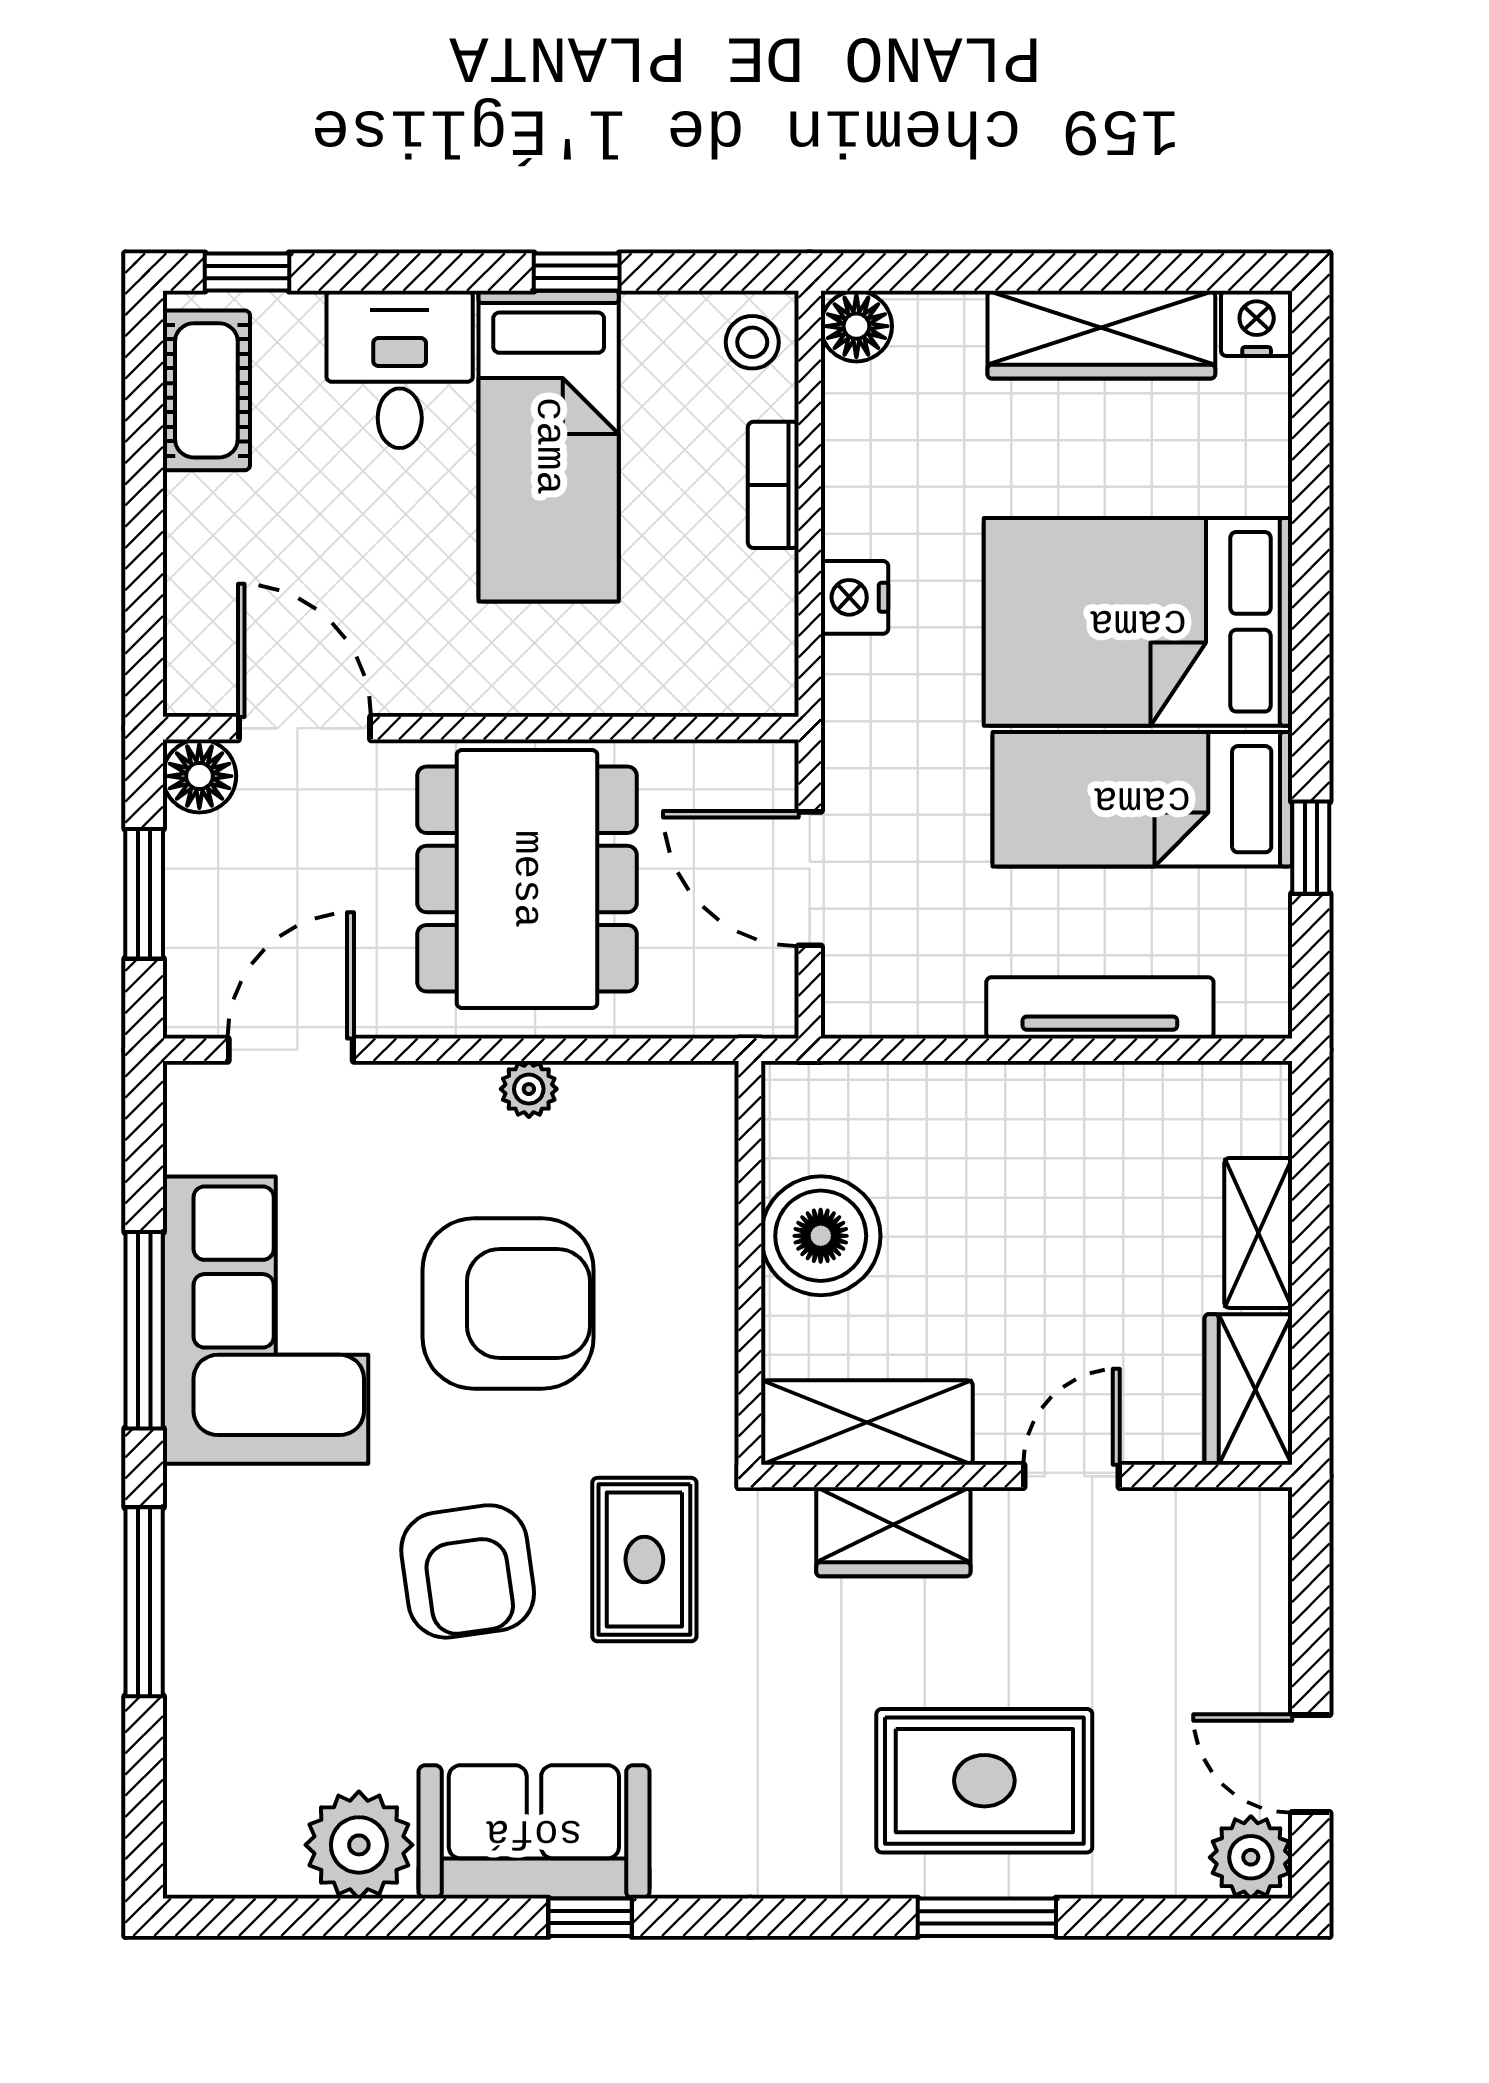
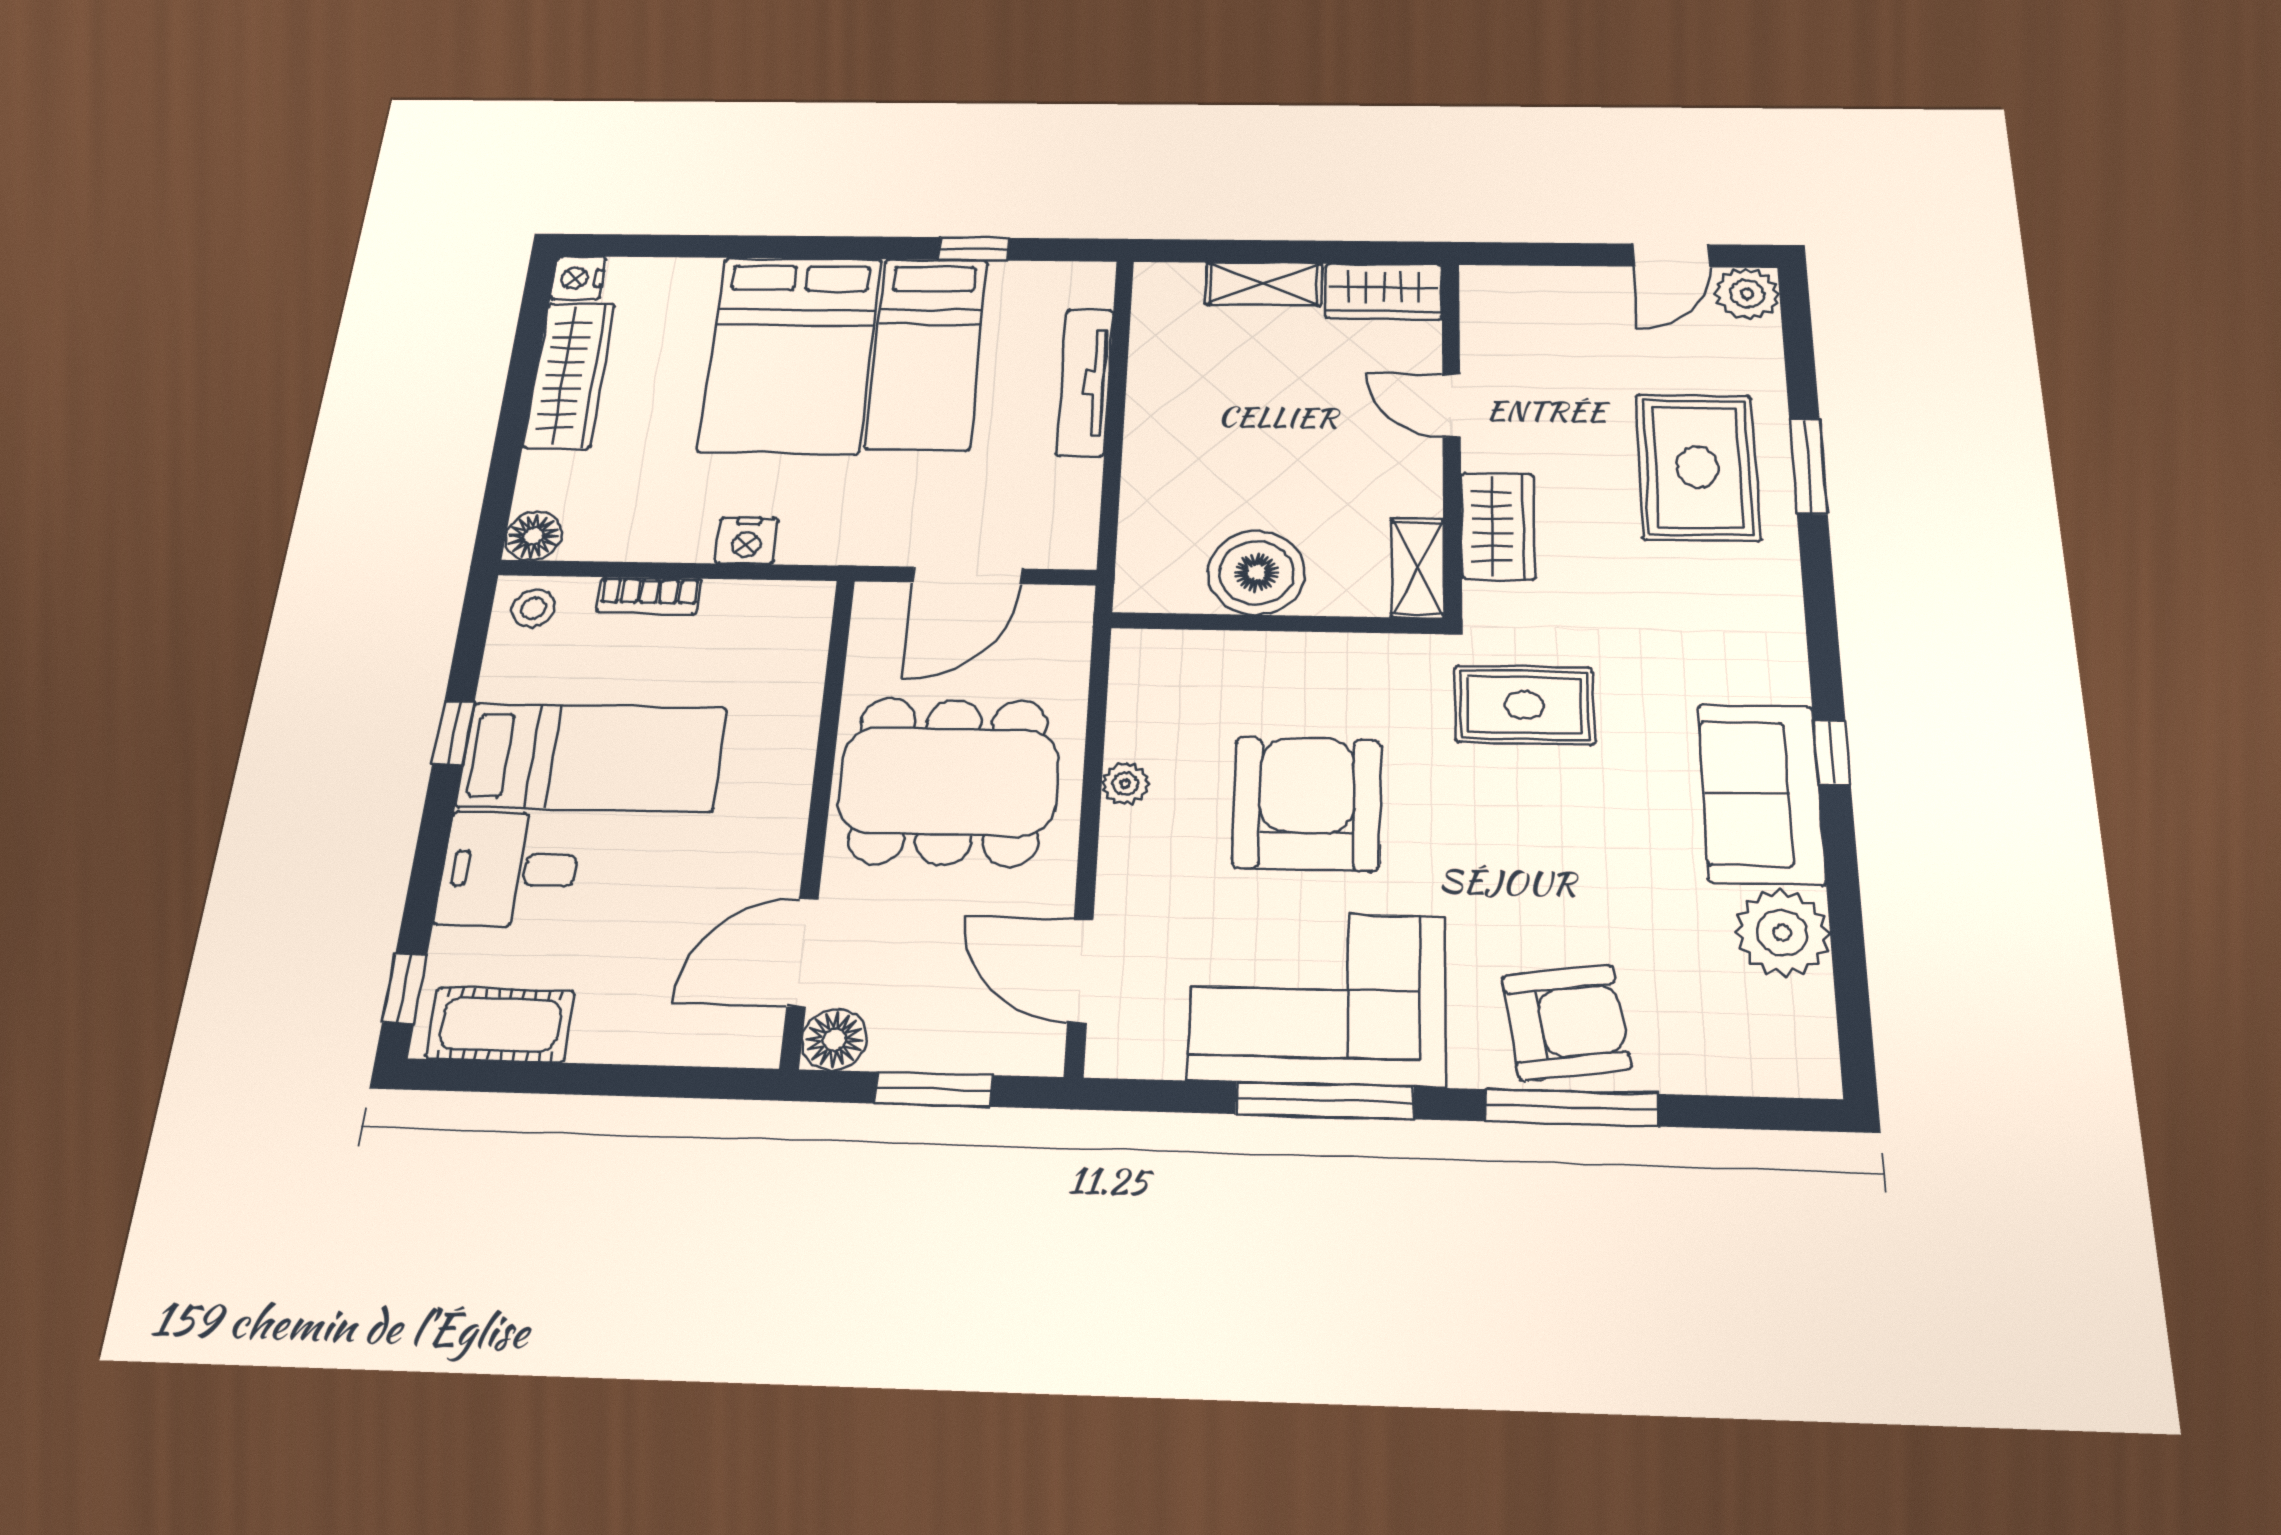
shelving: (867, 1422) -> (1417, 568), width x0.67, depth x0.75
armchair: (468, 1571) -> (1566, 1022), moved

